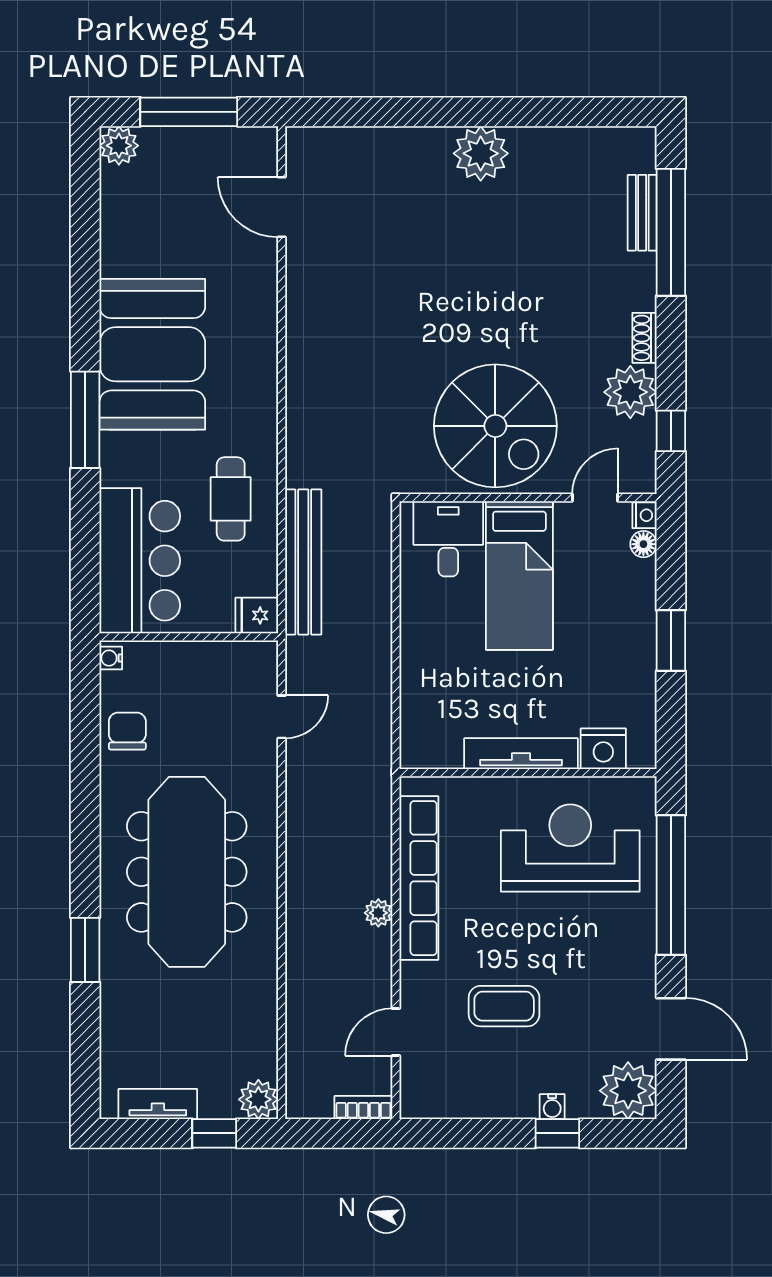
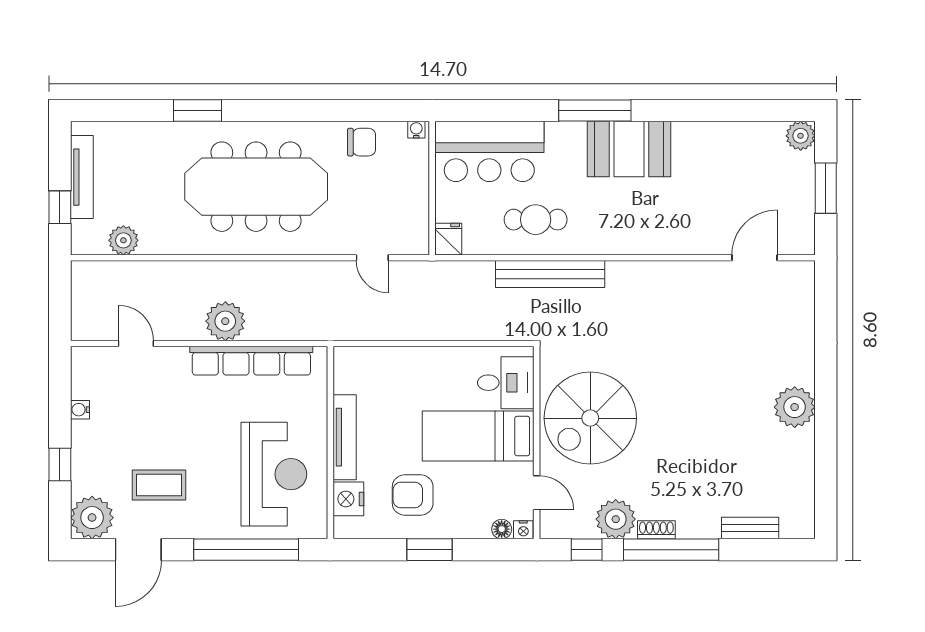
window: (189, 112) -> (826, 188), width x0.69
window: (671, 232) -> (671, 550), moved
booth: (152, 354) -> (629, 149), width x0.73, depth x0.70
bench: (303, 562) -> (550, 274), moved
armchair: (598, 663) -> (413, 495), added
plant: (378, 913) -> (225, 321), width x1.88, depth x1.88
coffee table: (504, 1006) -> (159, 485), moved, turned 90
plant: (258, 1099) -> (123, 240), moved
tv unit: (158, 1104) -> (82, 177), width x1.41
bookcase: (363, 1107) -> (79, 319), removed
water cooler: (552, 1107) -> (80, 410), moved

